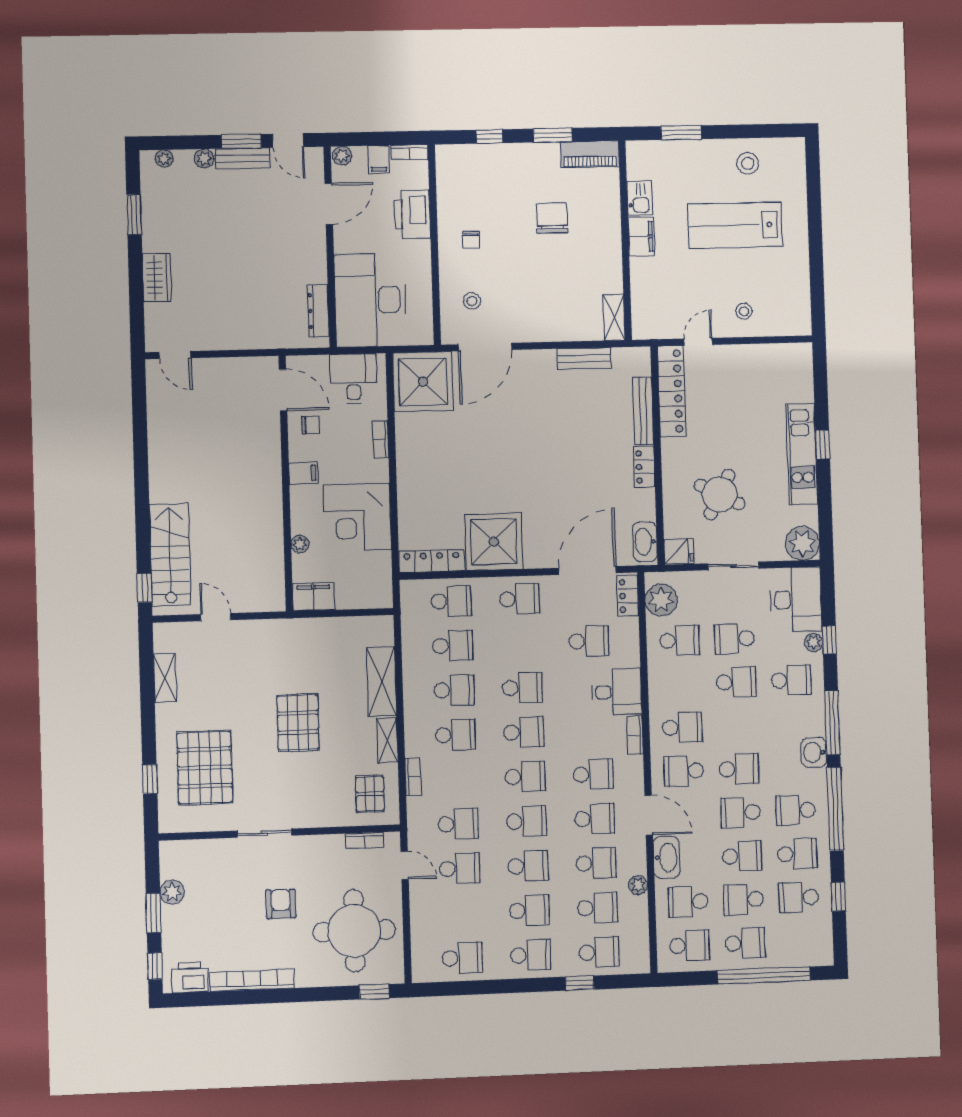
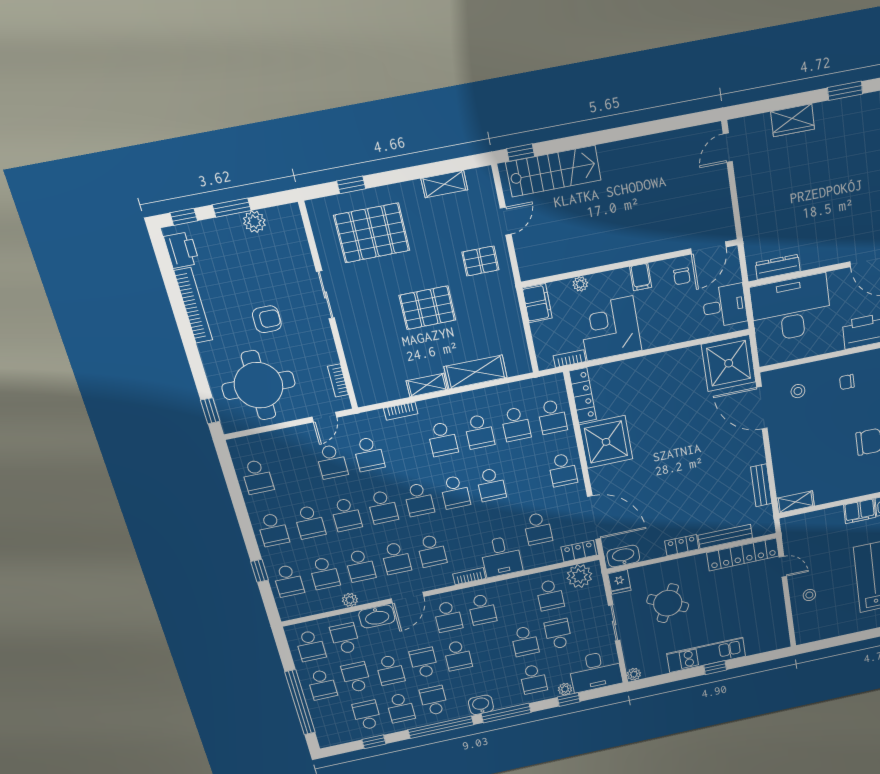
bookcase: (381, 439) -> (570, 359), moved
plant: (802, 543) -> (634, 674), width x0.53, depth x0.53
school desk: (684, 771) -> (448, 617), turned 180
pallet: (370, 794) -> (480, 261), moved

